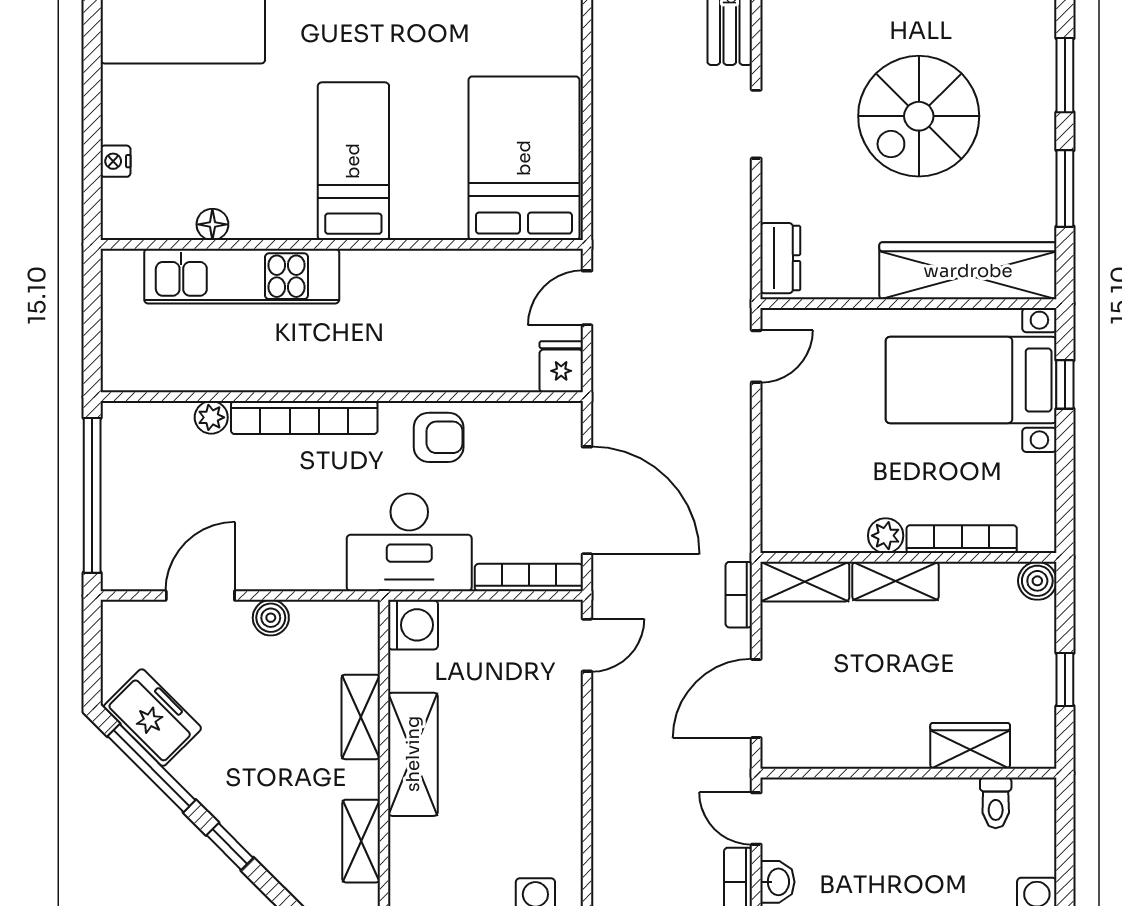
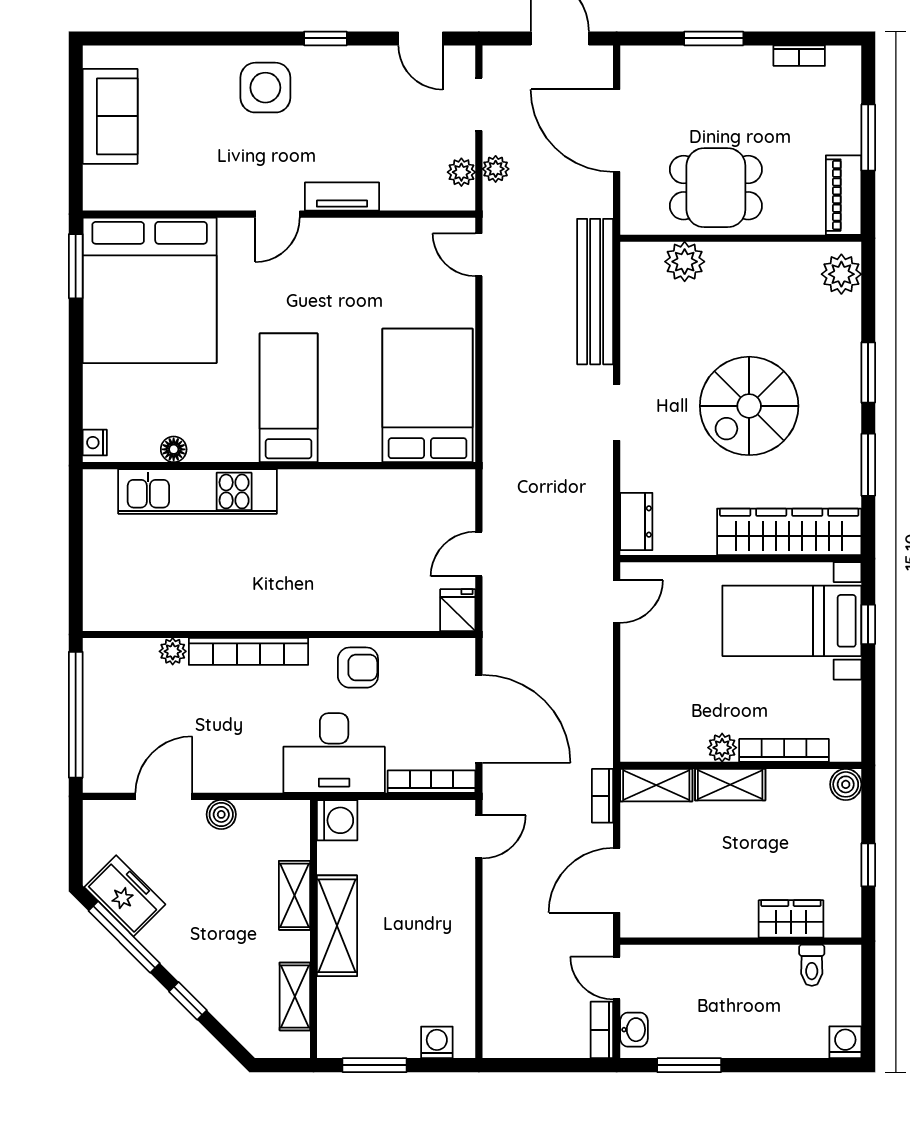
bed: (524, 158) -> (428, 395), moved
bed: (353, 161) -> (289, 398), moved
floor lamp: (212, 224) -> (174, 449), moved
wall: (342, 244) -> (279, 466), moved
kitchen unit: (242, 276) -> (198, 491), moved

